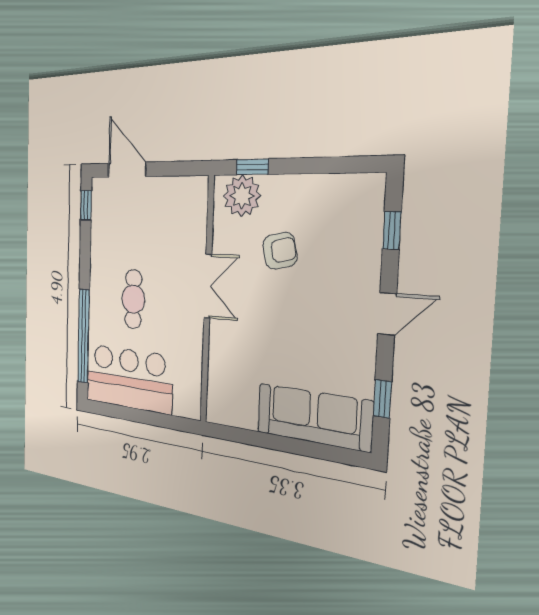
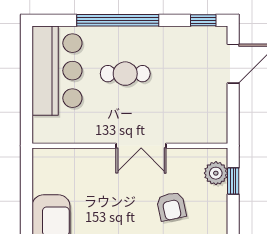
plant: (242, 196) -> (216, 173), width x0.73, depth x0.73
window: (84, 336) -> (118, 20), moved

